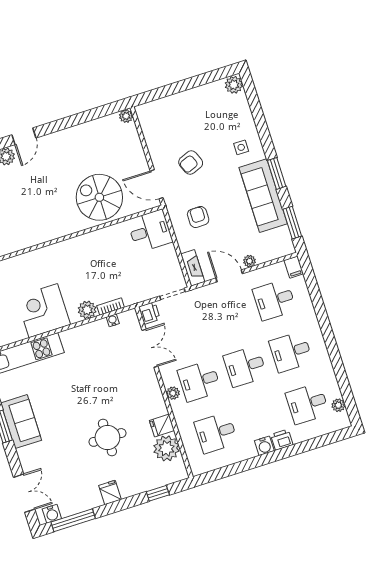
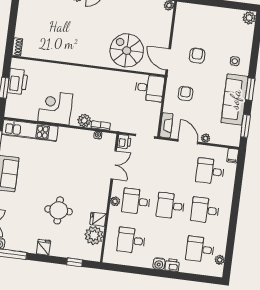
armchair: (191, 162) -> (197, 56), turned 112

